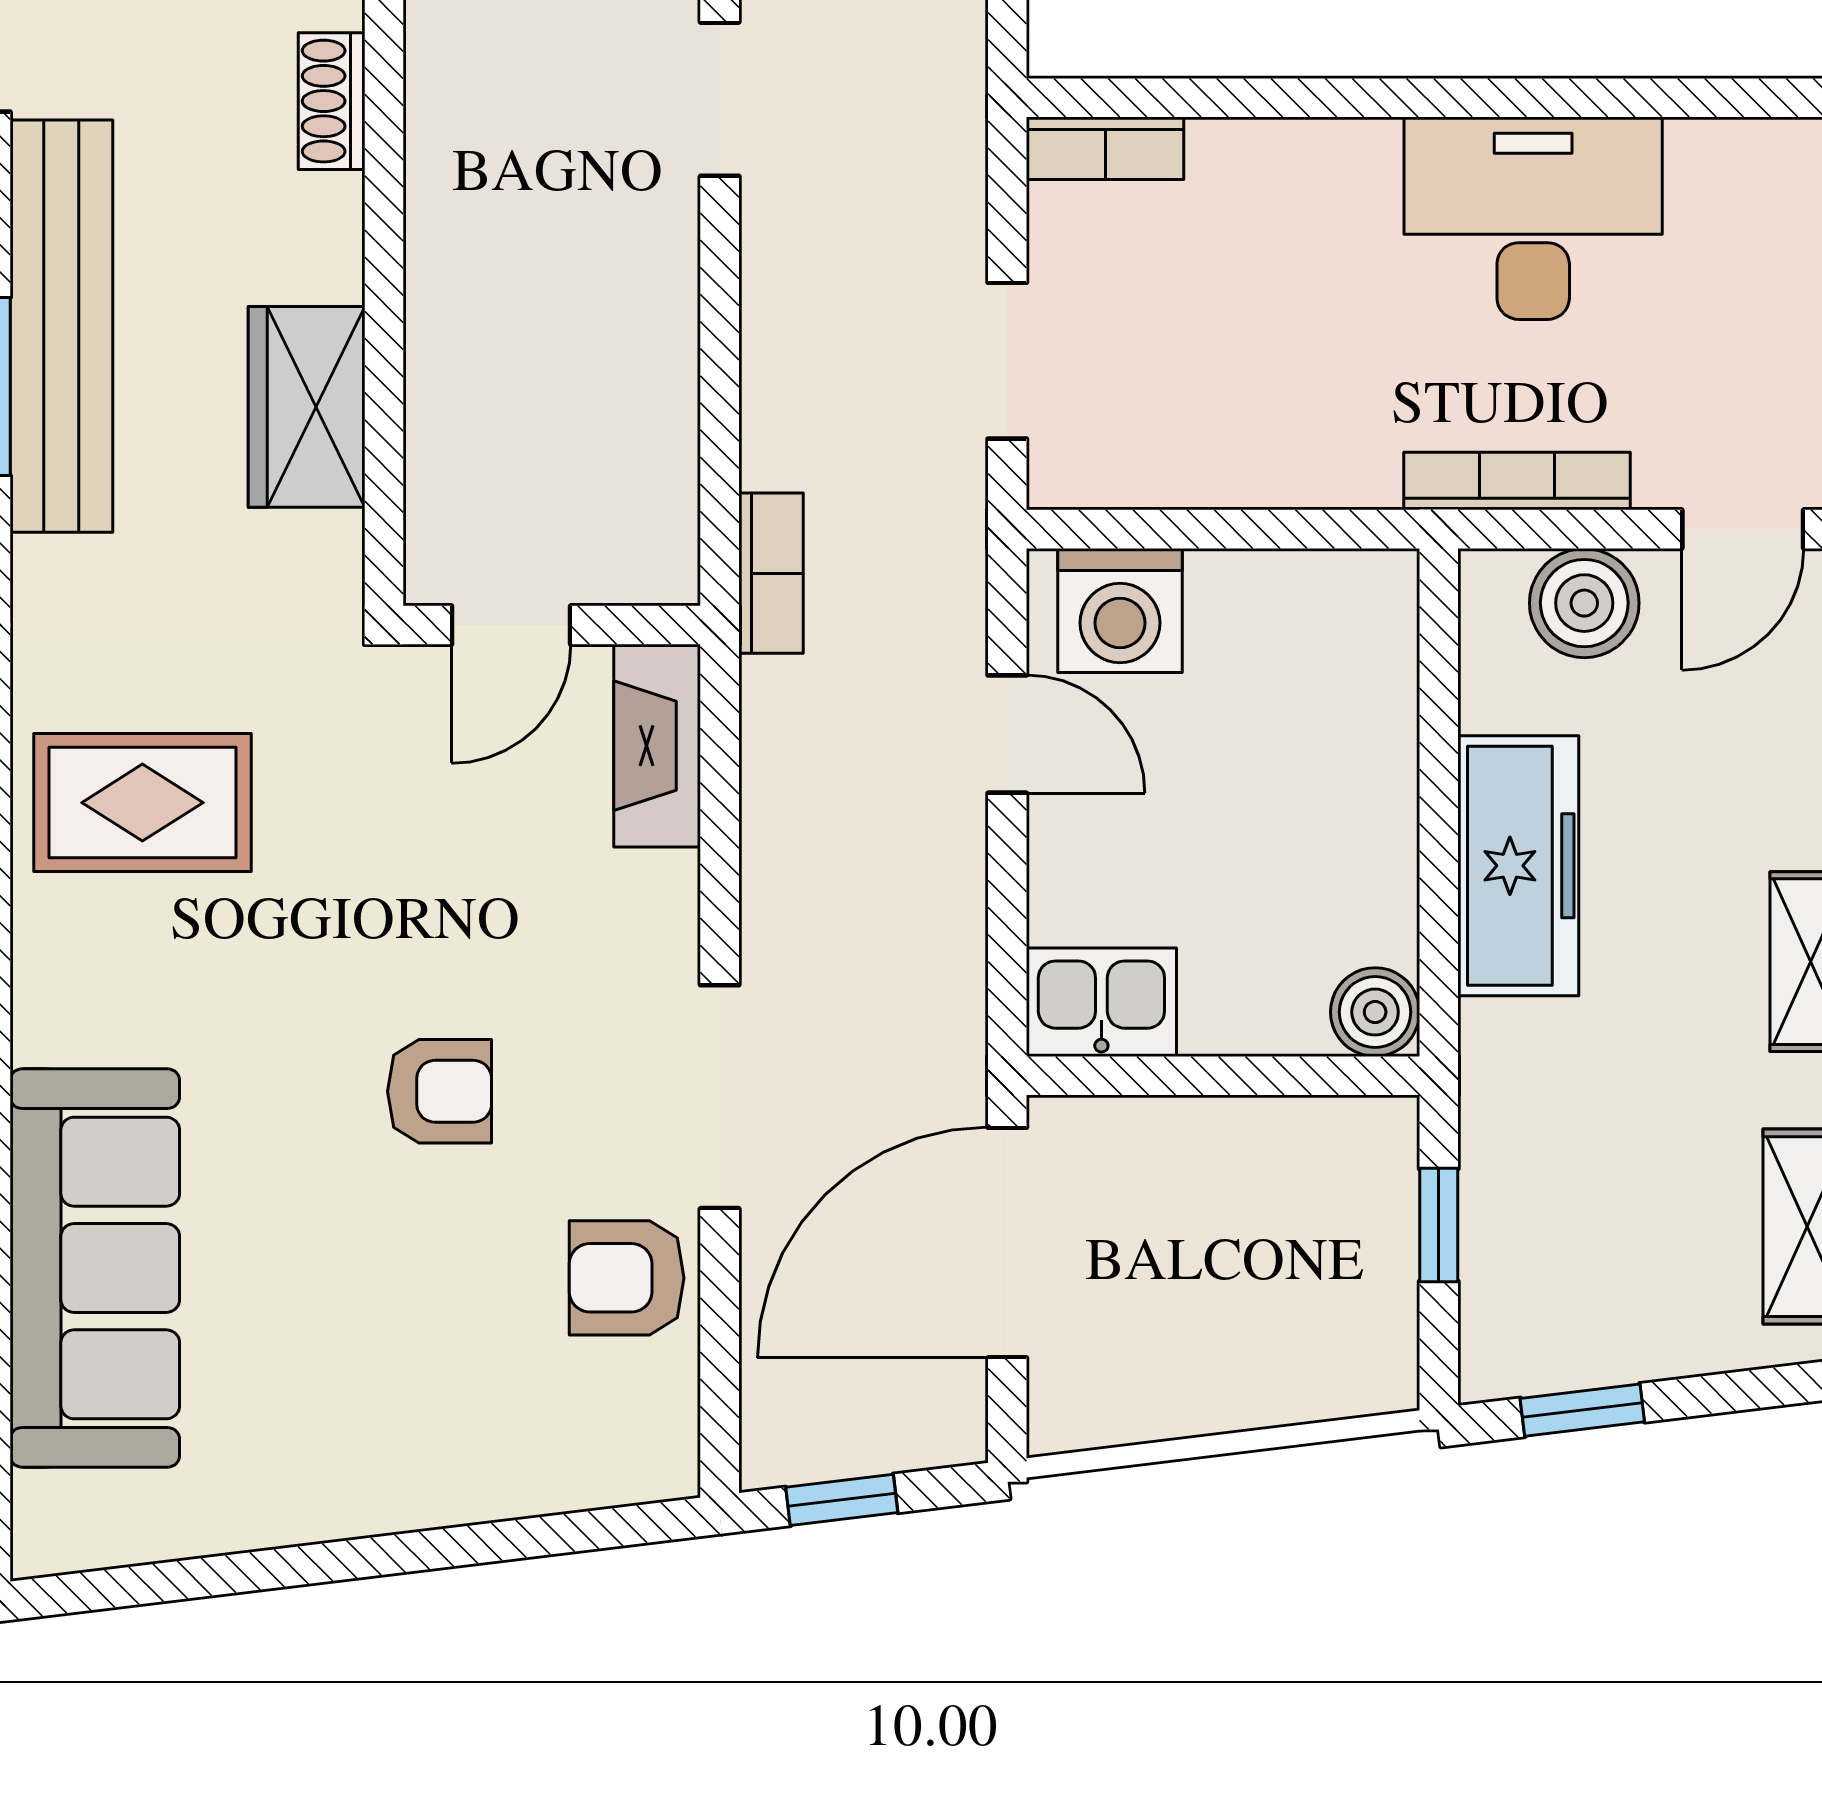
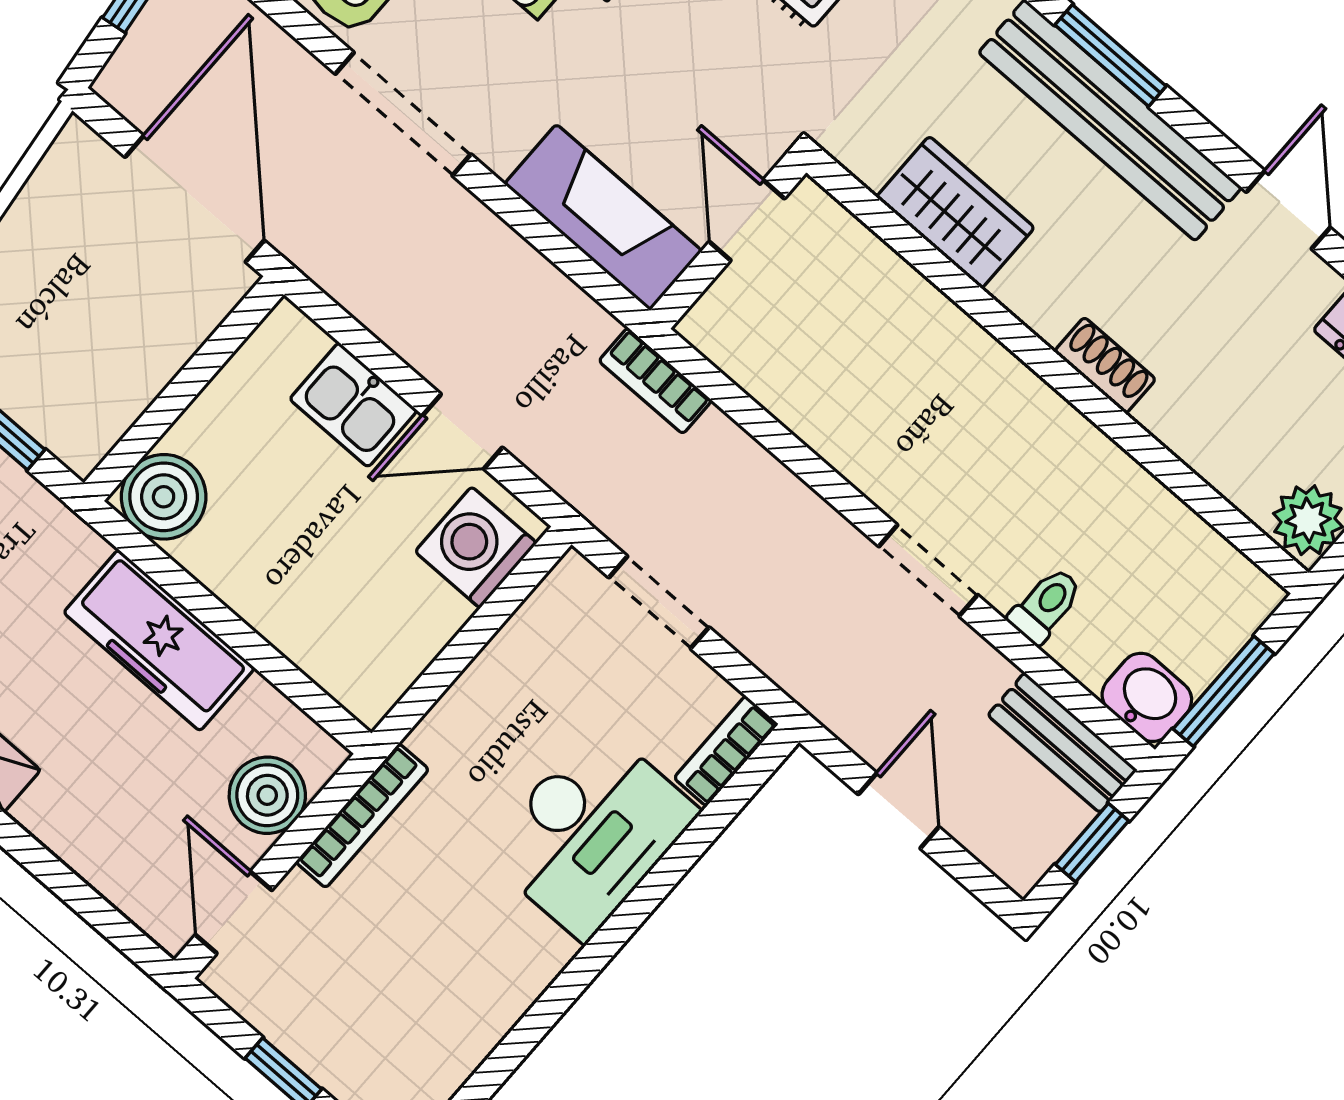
desk: (1533, 218) -> (591, 832), moved
fireplace: (657, 746) -> (603, 217), width x1.37, depth x1.32
kitchen sink: (1101, 1002) -> (353, 405), moved, turned 90
boiler: (1375, 1012) -> (164, 497), width x1.36, depth x1.36

